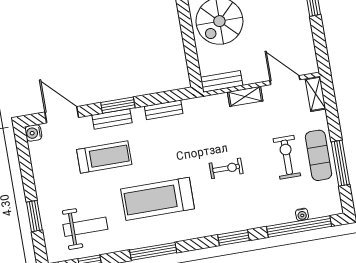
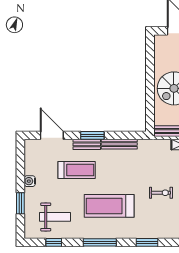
bench: (164, 110) -> (119, 144), width x1.36
water cooler: (33, 133) -> (30, 181), moved
window: (234, 238) -> (147, 242), moved

